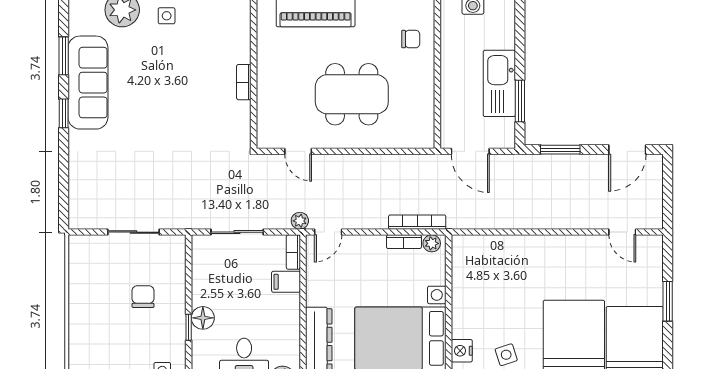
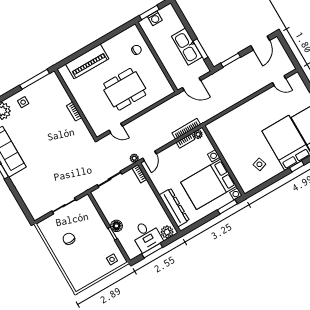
filing cabinet: (286, 282) -> (144, 189), removed
chair: (143, 297) -> (69, 239), moved
nightstand: (462, 351) -> (239, 174), removed

